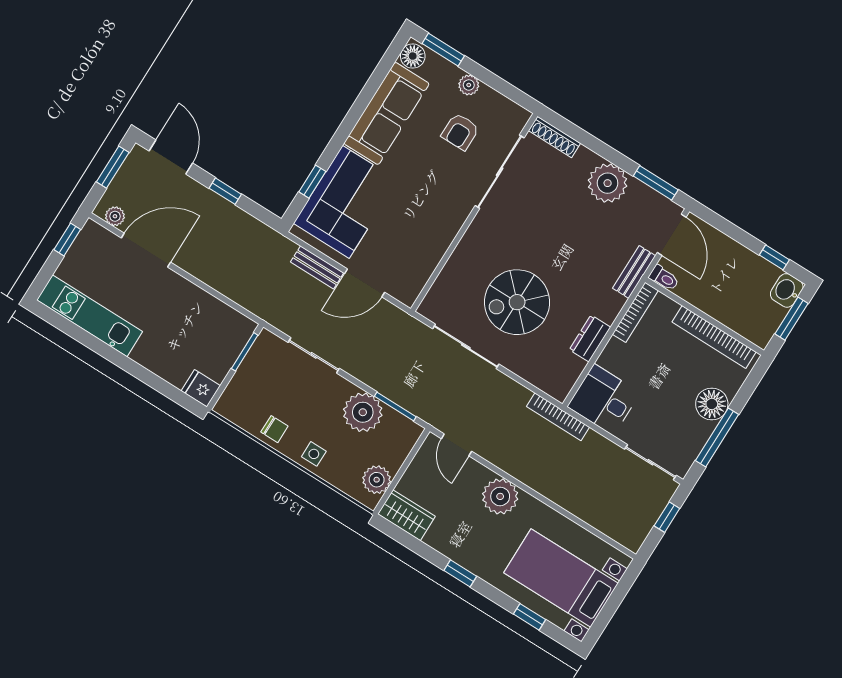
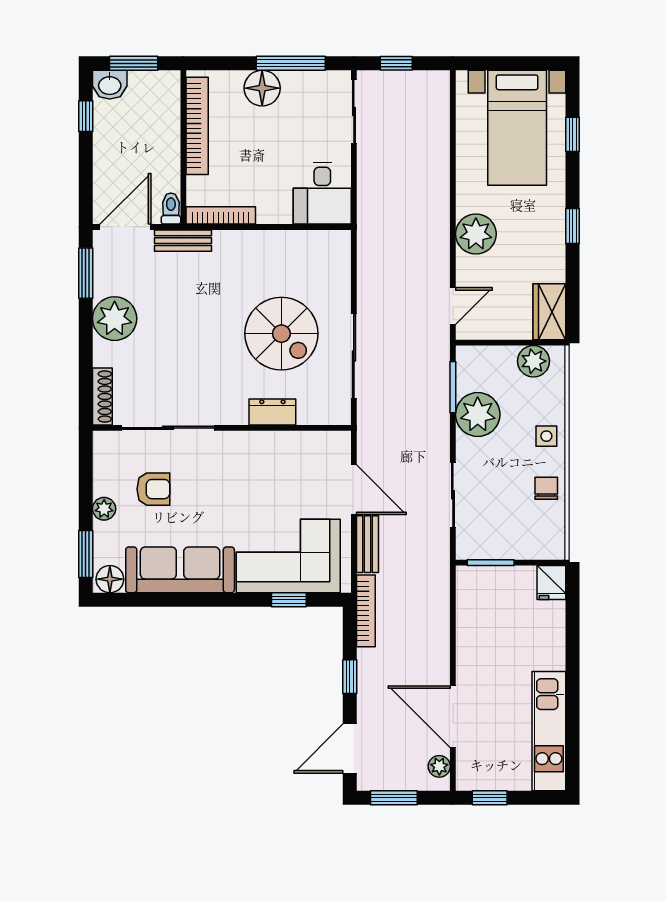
dresser: (590, 338) -> (272, 412), moved, turned 180
bookcase: (558, 417) -> (366, 611), moved

